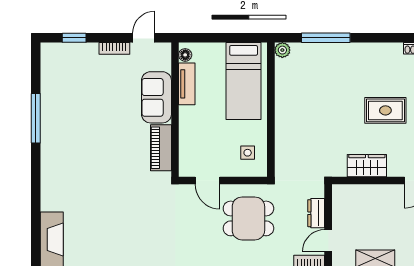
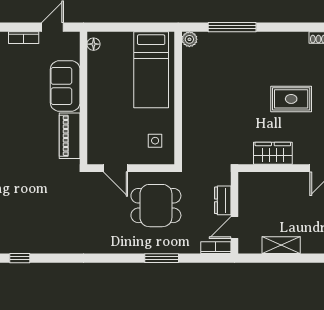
tv unit: (187, 84) -> (95, 73), removed

